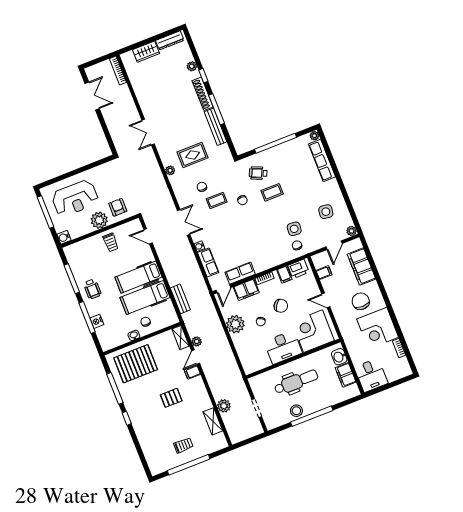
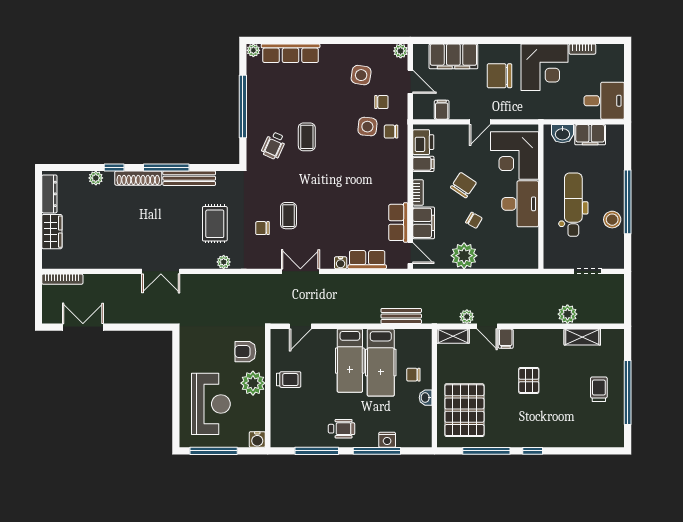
chair: (242, 200) -> (381, 102), moved

